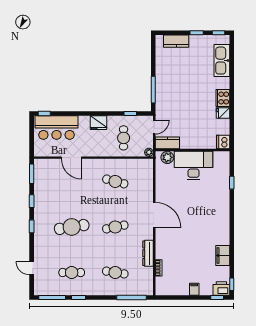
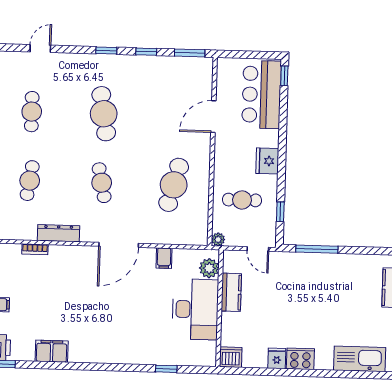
kitchen counter: (167, 143) -> (231, 292), moved
cafe table: (115, 181) -> (174, 185), width x1.37, depth x1.35
filing cabinet: (162, 186) -> (164, 258), added

